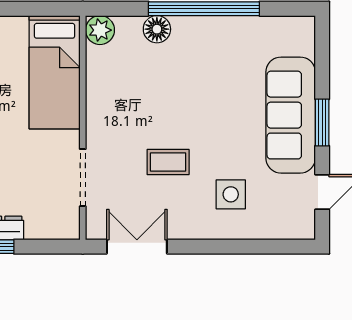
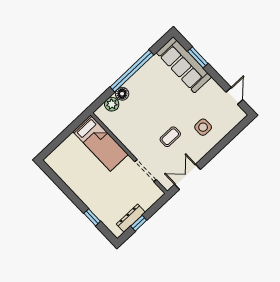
plant: (100, 30) -> (112, 104), moved
sofa: (291, 115) -> (184, 65), moved
window: (322, 122) -> (198, 57), moved

